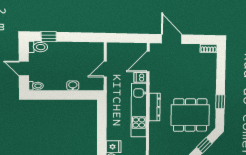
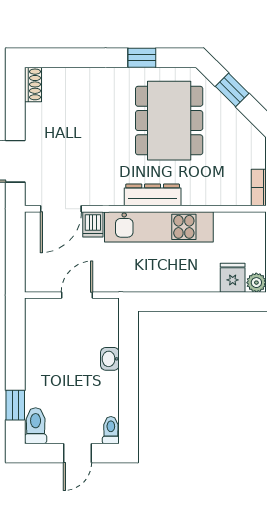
door: (148, 61) -> (61, 209), hinge flipped
door: (105, 69) -> (77, 295), swing flipped

